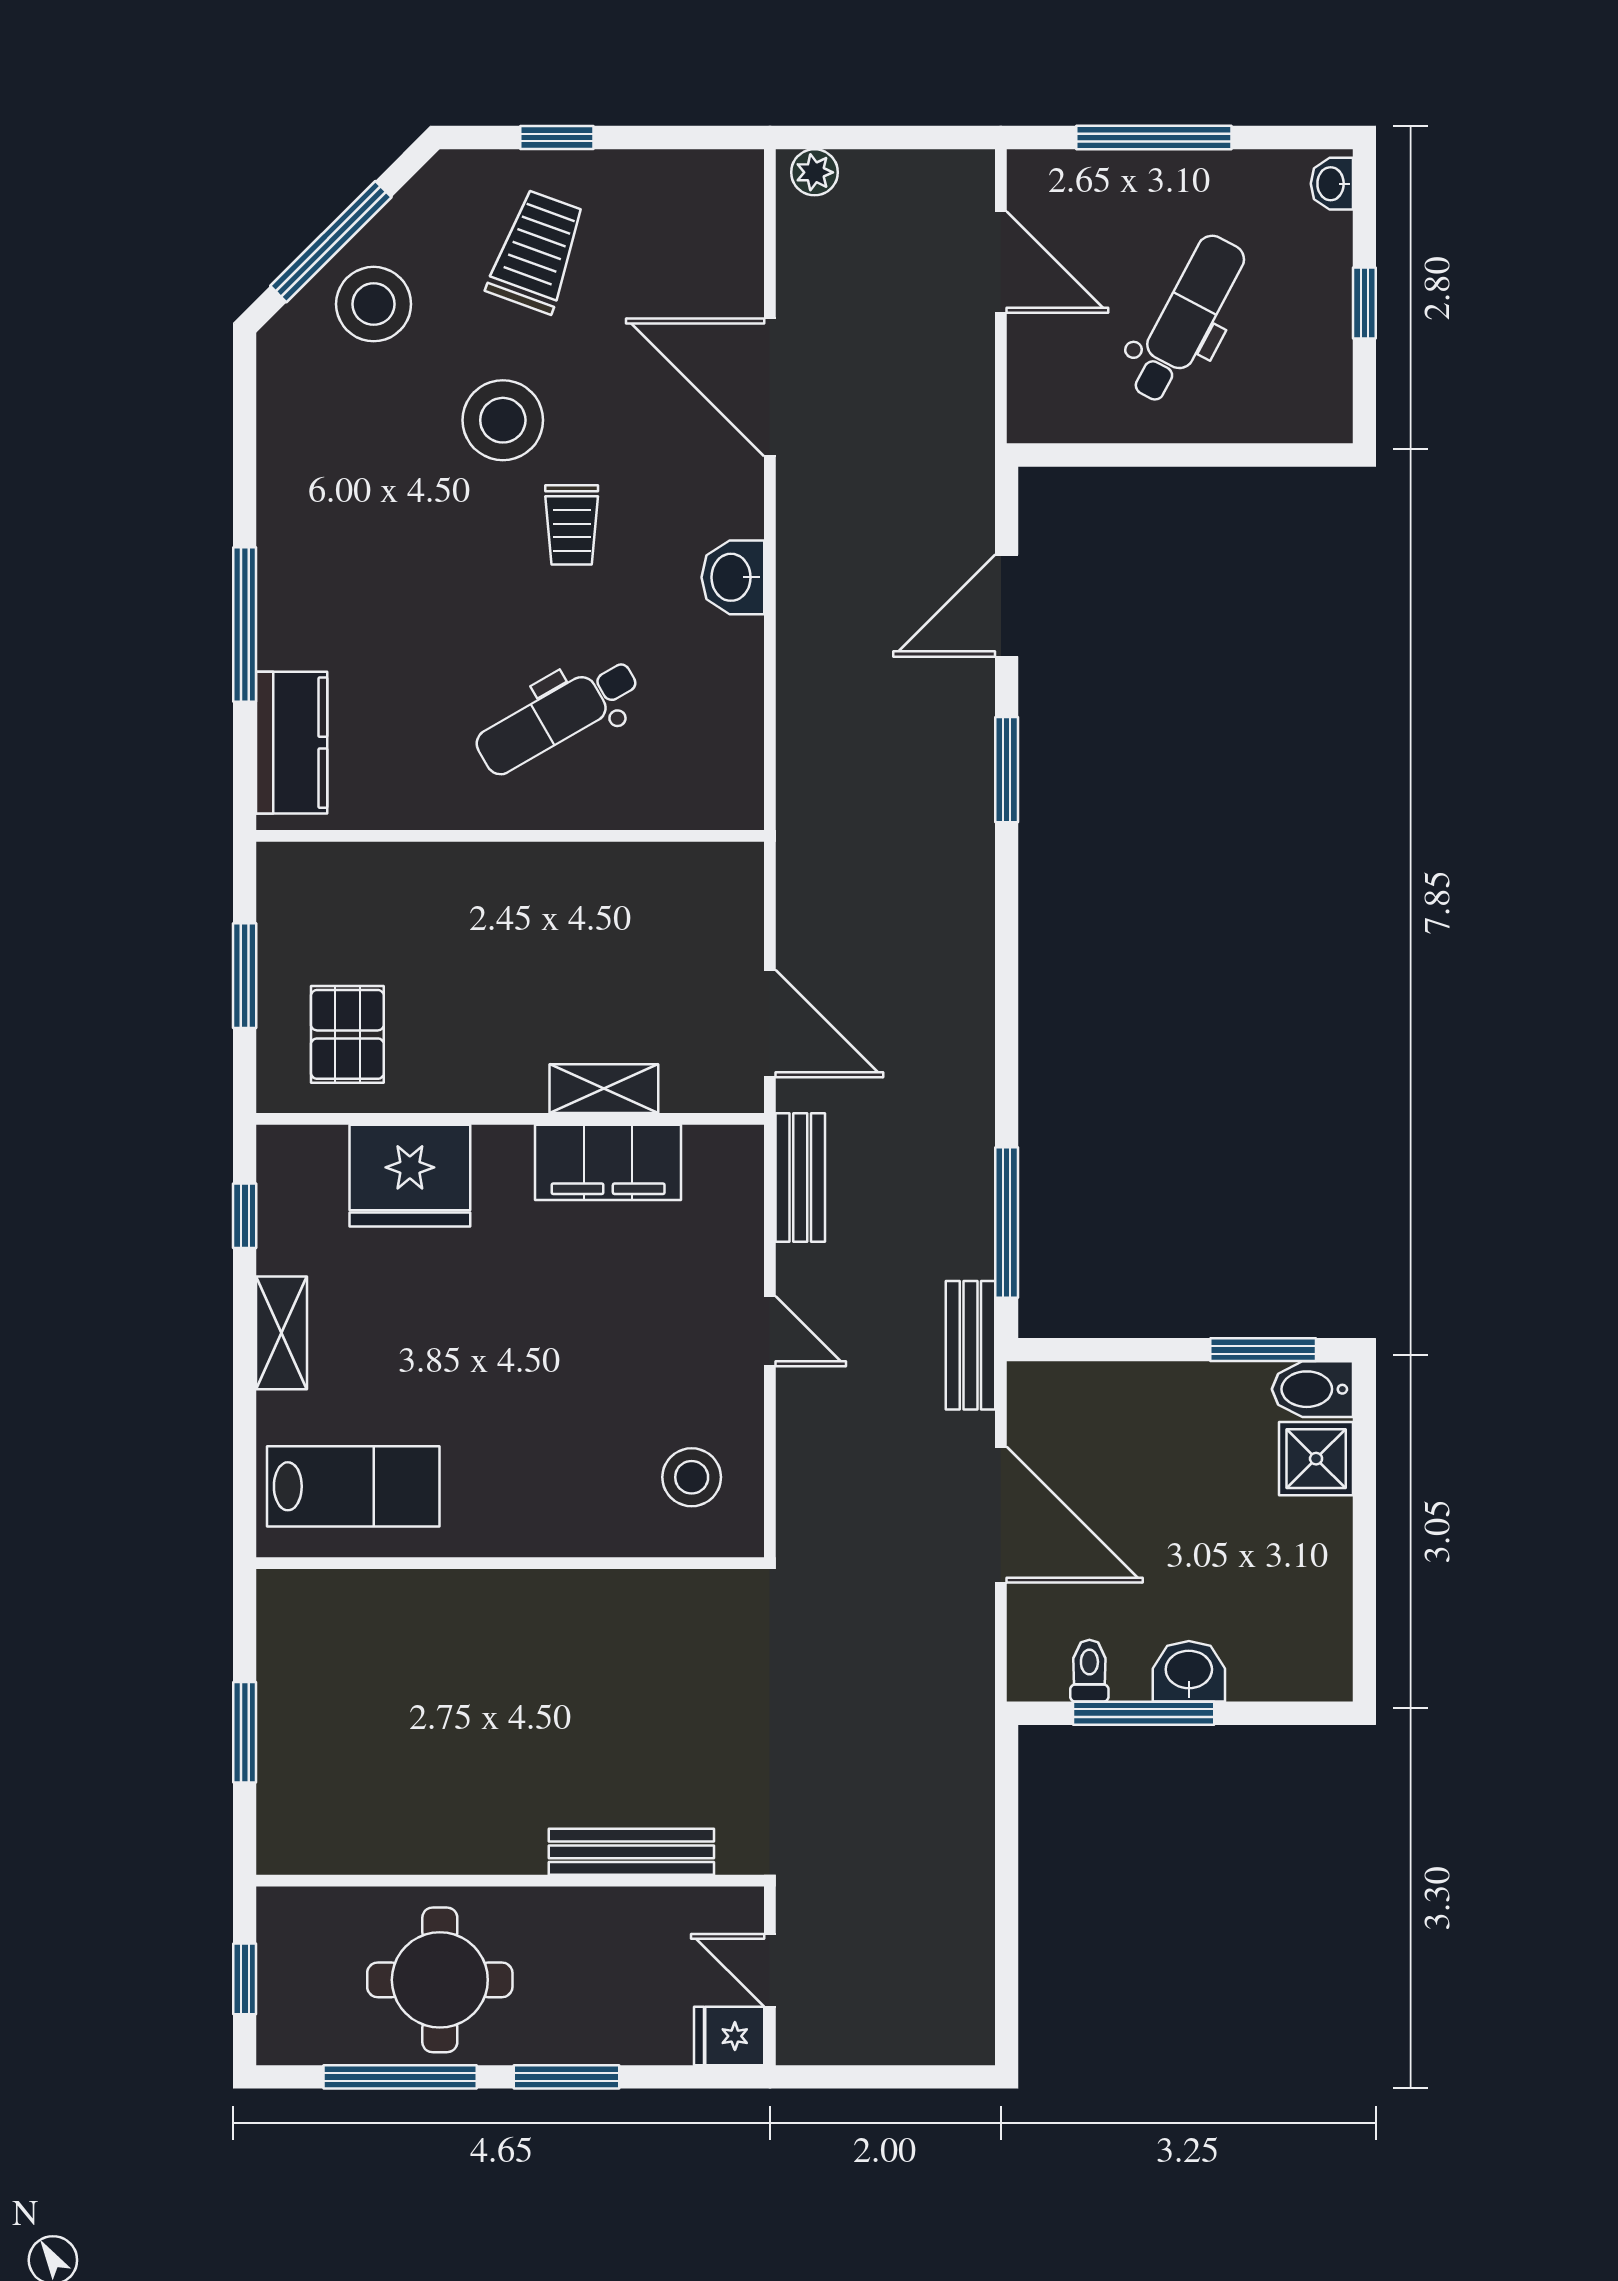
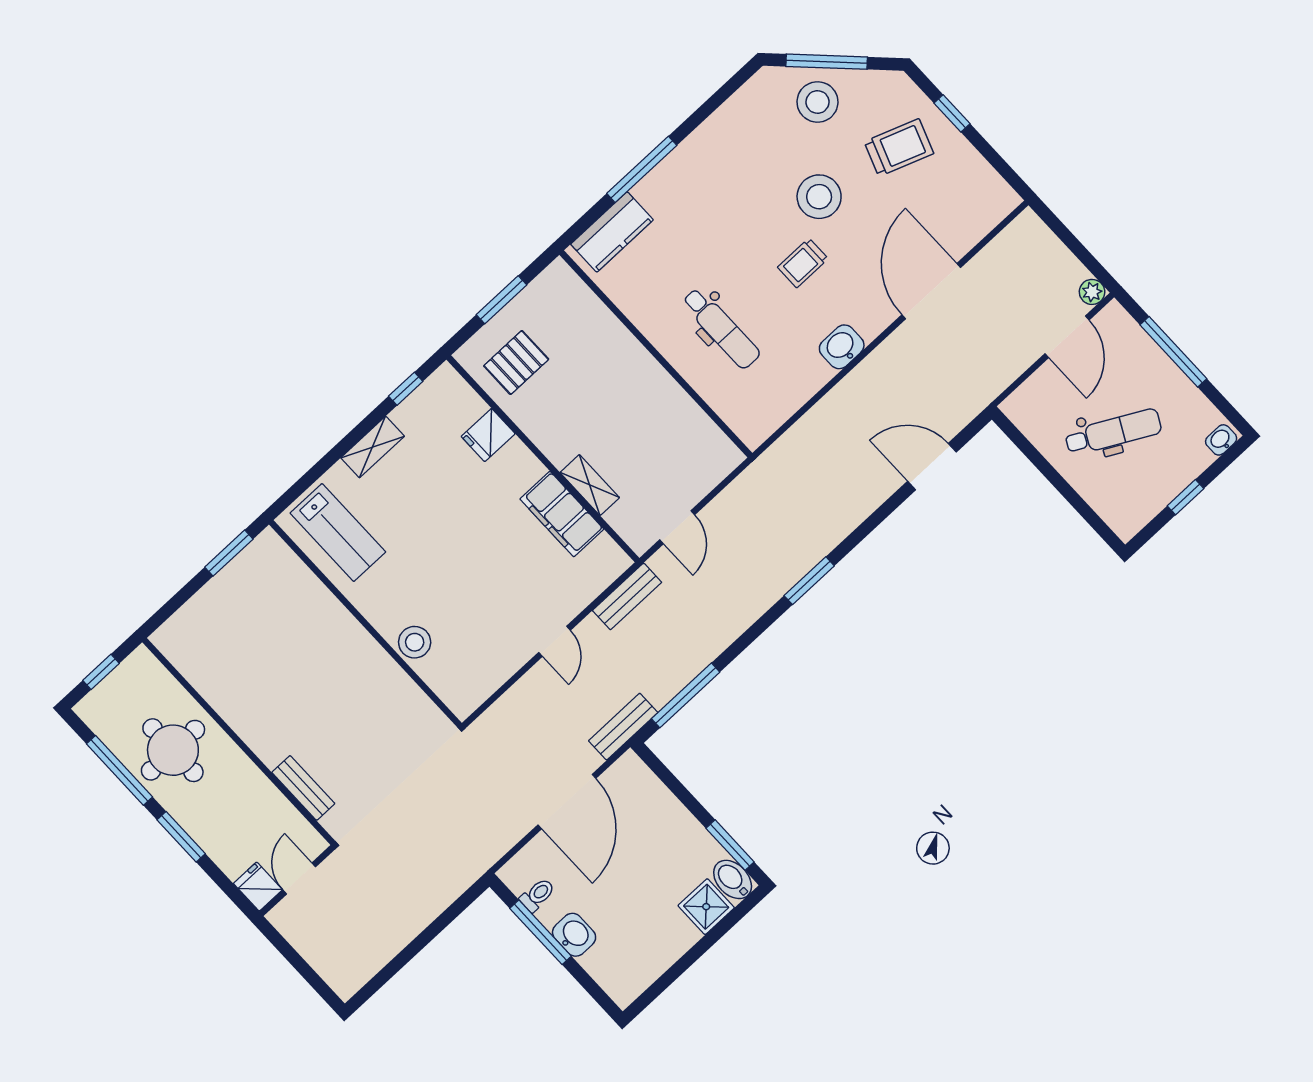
plant: (814, 172) -> (1092, 292), moved
dental chair: (557, 716) -> (721, 328), turned -150
window: (1007, 770) -> (809, 581), moved
door: (770, 1024) -> (677, 527), width x0.73
fridge: (410, 1176) -> (488, 435), width x0.53, depth x0.75
stool: (692, 1477) -> (415, 642), moved
window: (245, 1732) -> (229, 553), moved
bench: (631, 1852) -> (303, 788), width x0.73

